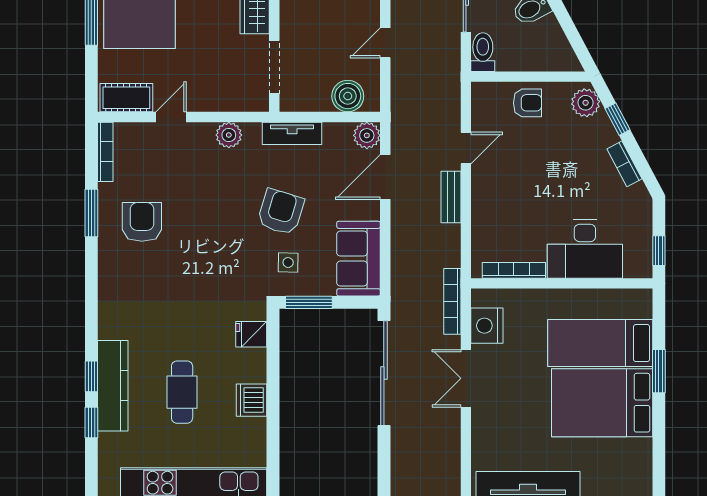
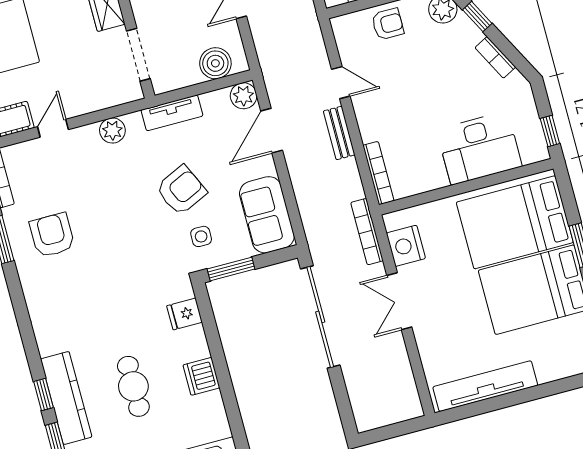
door: (466, 148) -> (341, 83), hinge flipped
armchair: (281, 212) -> (181, 190), turned 48
bookcase: (514, 270) -> (378, 173), moved, turned 90
bed: (600, 343) -> (515, 222), width x1.50

